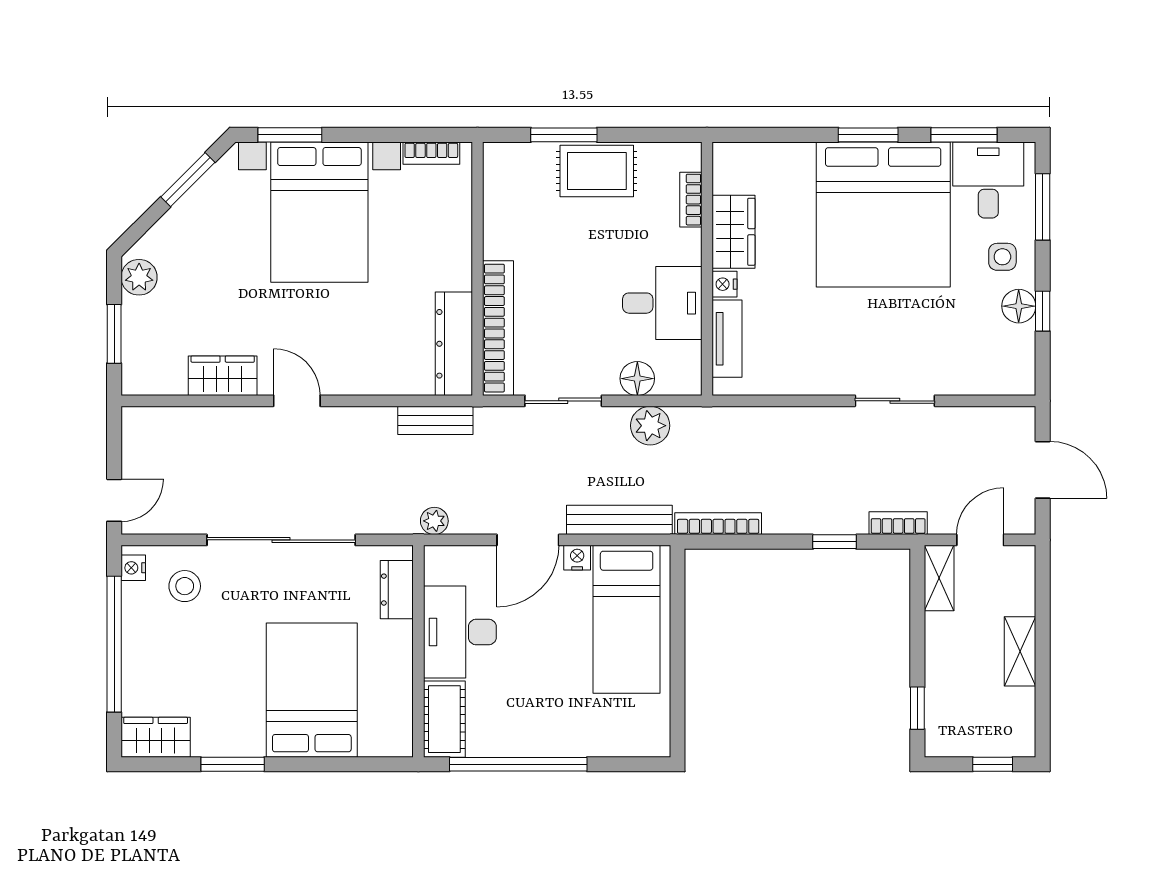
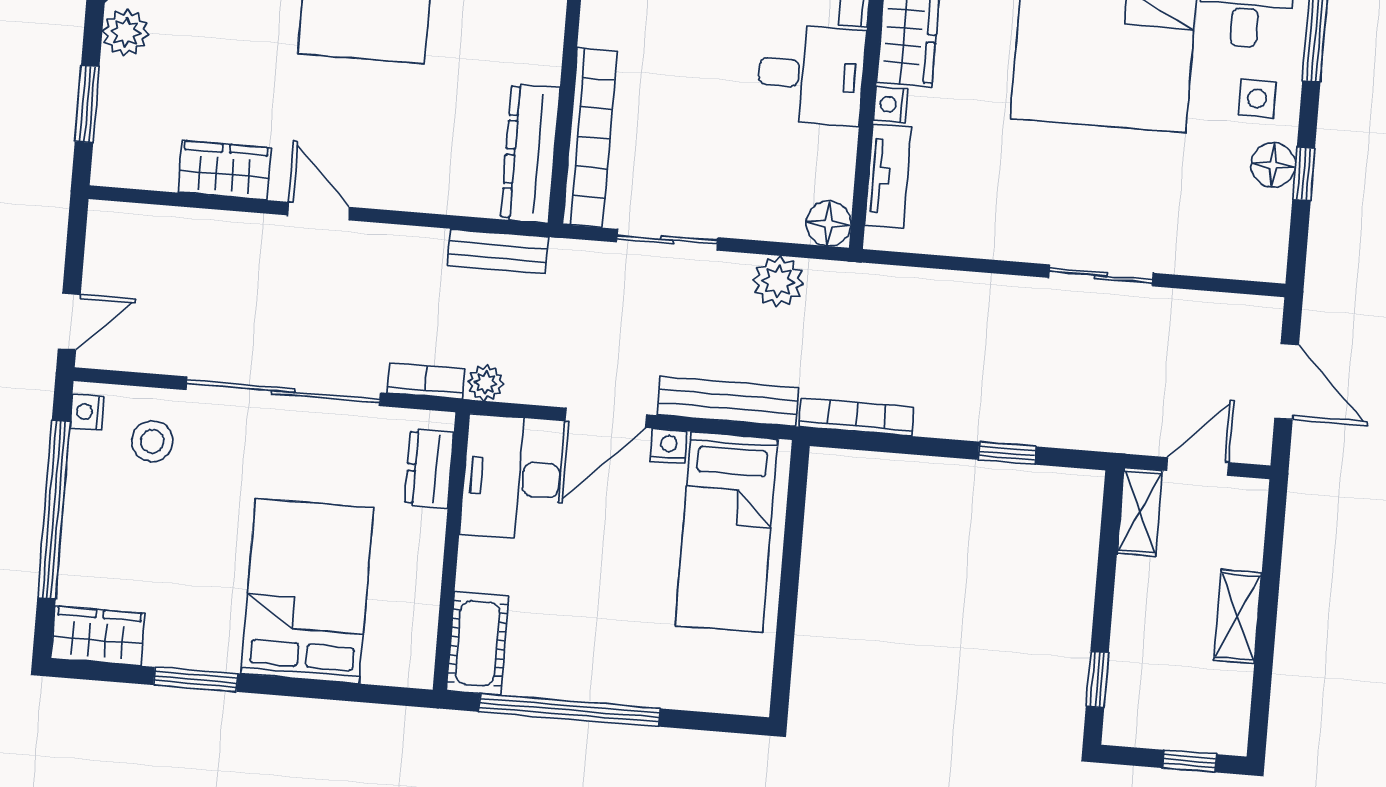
desk: (662, 303) -> (811, 75), moved
floor lamp: (637, 379) -> (828, 224), moved
bookcase: (898, 523) -> (426, 381), moved
desk: (460, 632) -> (512, 478), moved

